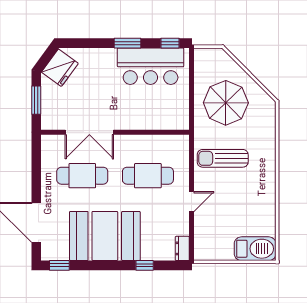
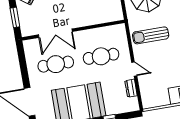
door: (192, 202) -> (134, 69), hinge flipped
dresser: (182, 248) -> (131, 88), moved

